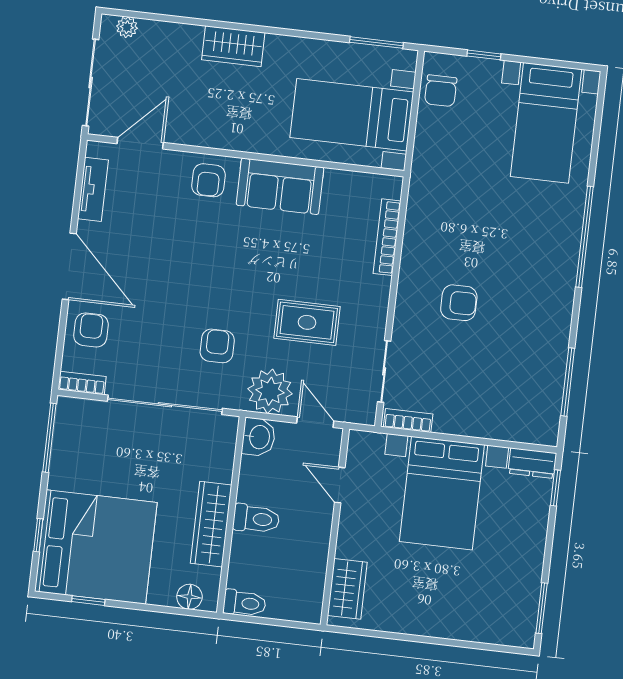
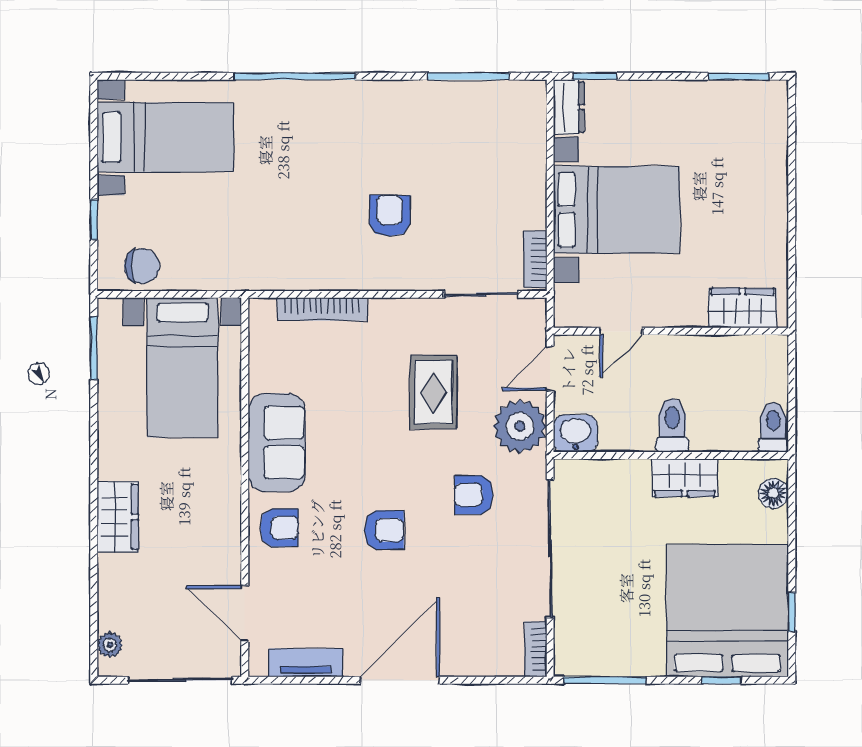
armchair: (91, 330) -> (384, 530), moved, turned 180
wardrobe: (211, 524) -> (685, 478), width x0.67

